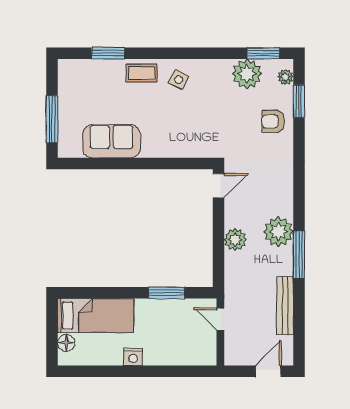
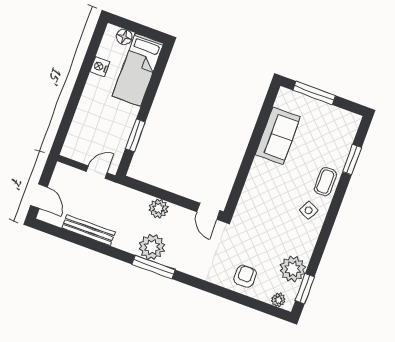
window: (299, 101) -> (254, 304), removed
window: (299, 255) -> (154, 267), moved
nightstand: (133, 357) -> (100, 67), moved

